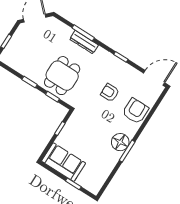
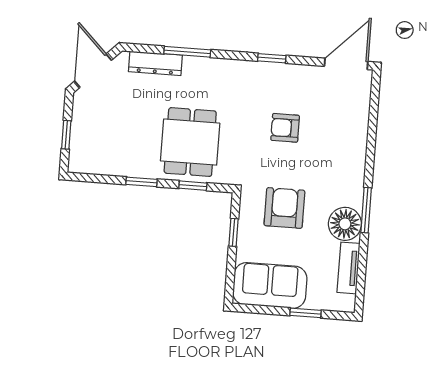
dresser: (84, 42) -> (155, 63), moved
armchair: (135, 111) -> (284, 208), moved
floor lamp: (120, 142) -> (345, 224), moved
tv unit: (105, 174) -> (349, 268), added

